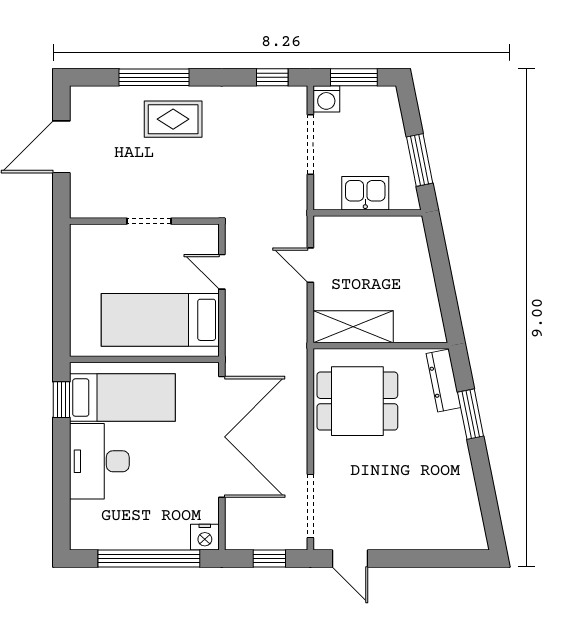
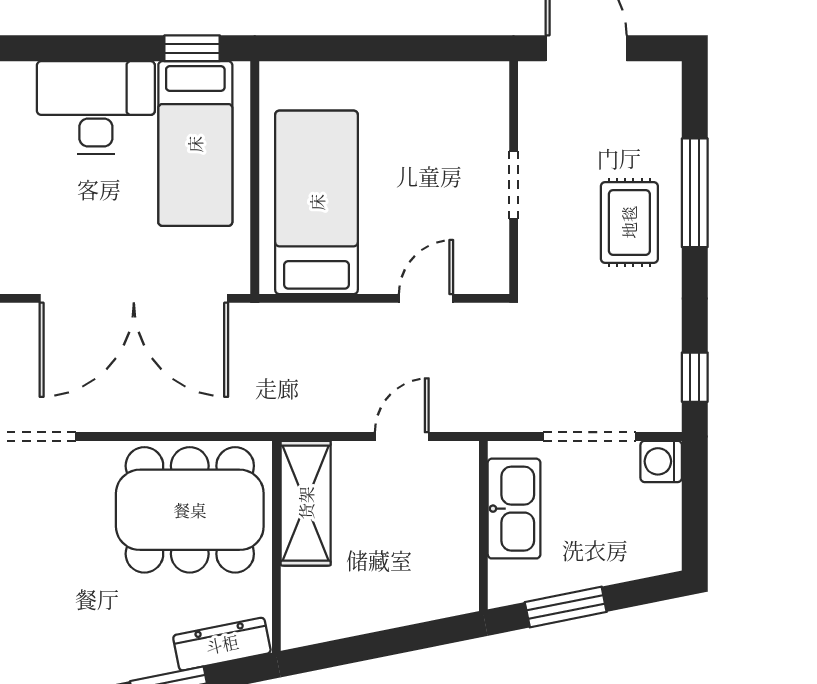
window: (354, 77) -> (695, 504), removed
kitchen sink: (365, 193) -> (514, 509), width x1.38
wall: (144, 221) -> (514, 178), moved
doorway: (149, 221) -> (514, 185), moved
door: (222, 272) -> (426, 298), moved
dining table: (357, 401) -> (190, 510), width x1.38

